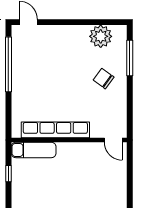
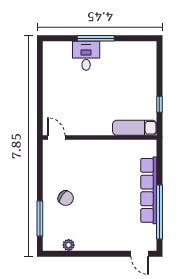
plant: (101, 36) -> (69, 245), width x0.53, depth x0.53
row of seats: (55, 130) -> (149, 190), moved, turned 90

